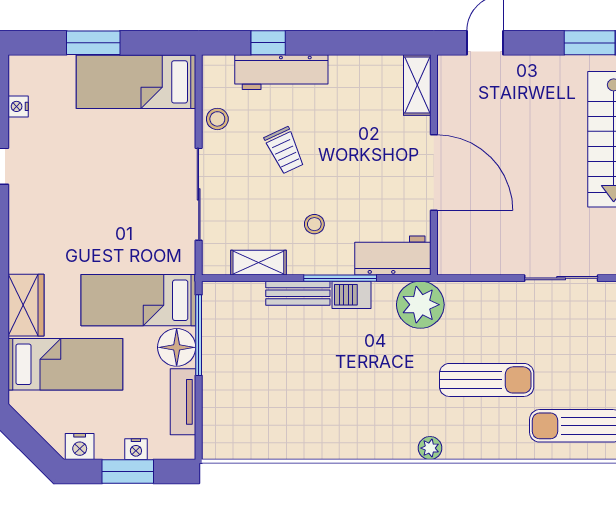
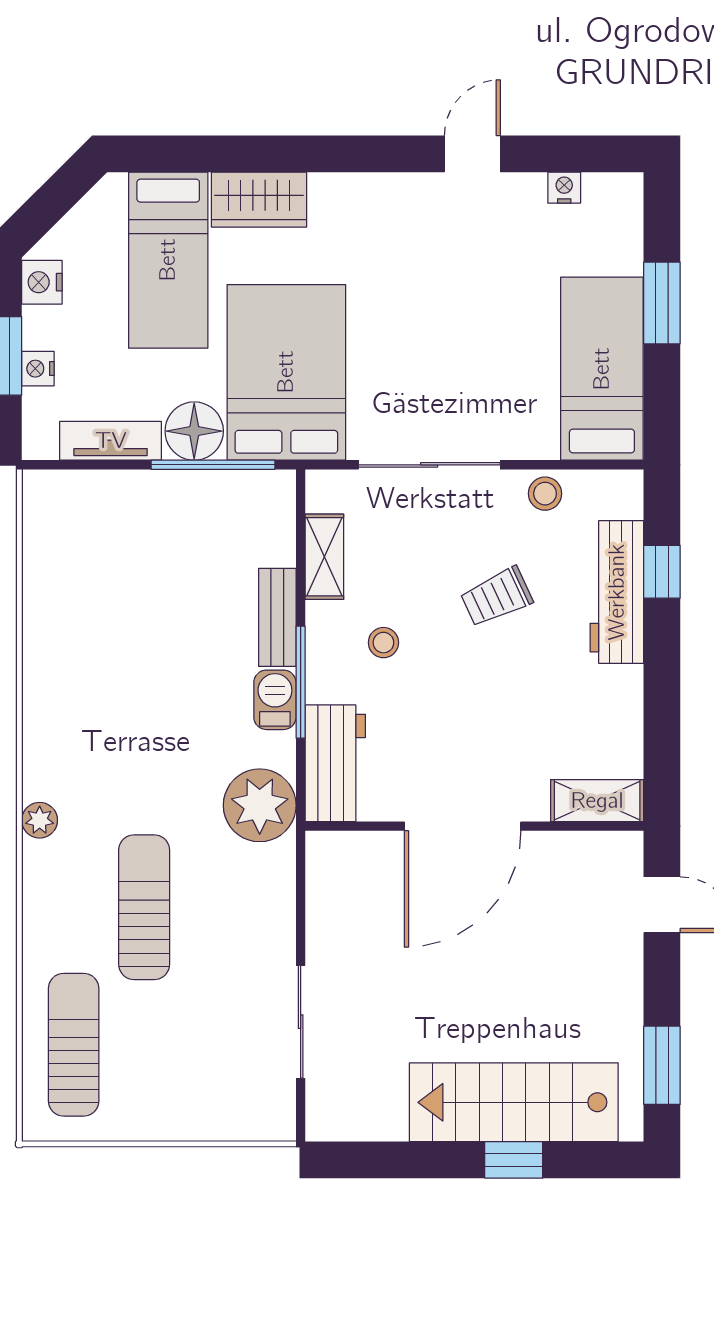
bed: (138, 300) -> (286, 372), width x1.50
sun lounger: (487, 380) -> (144, 907), turned 180

